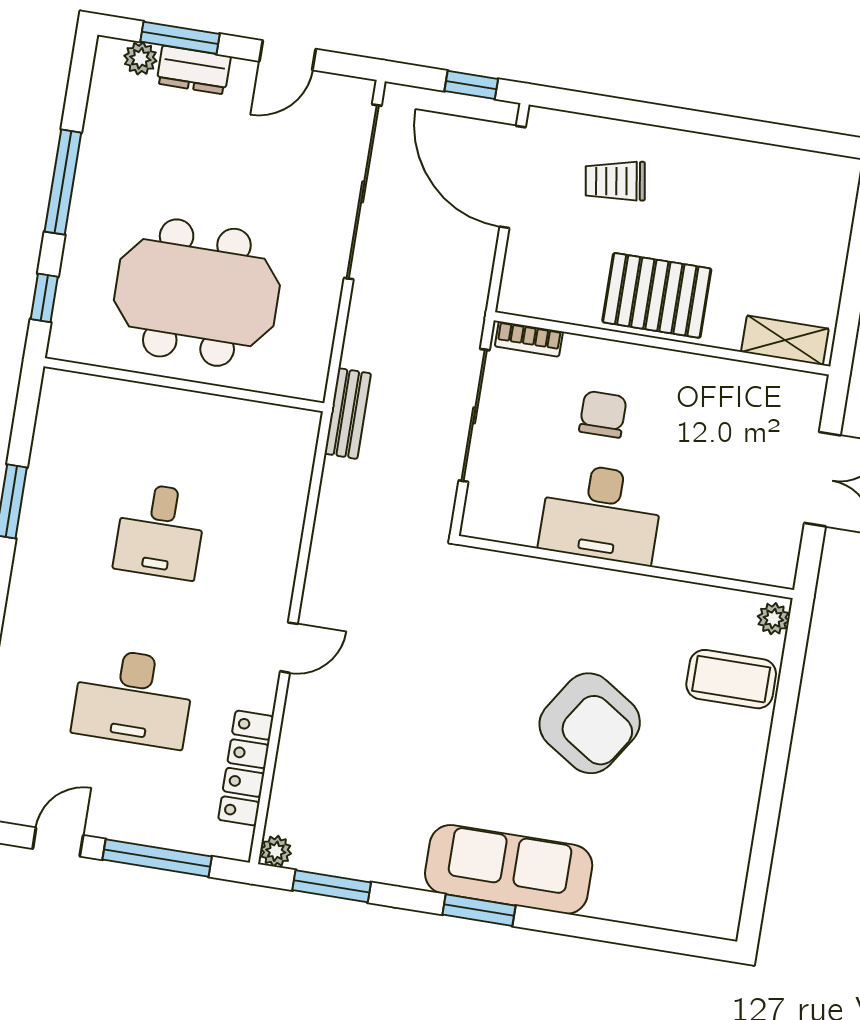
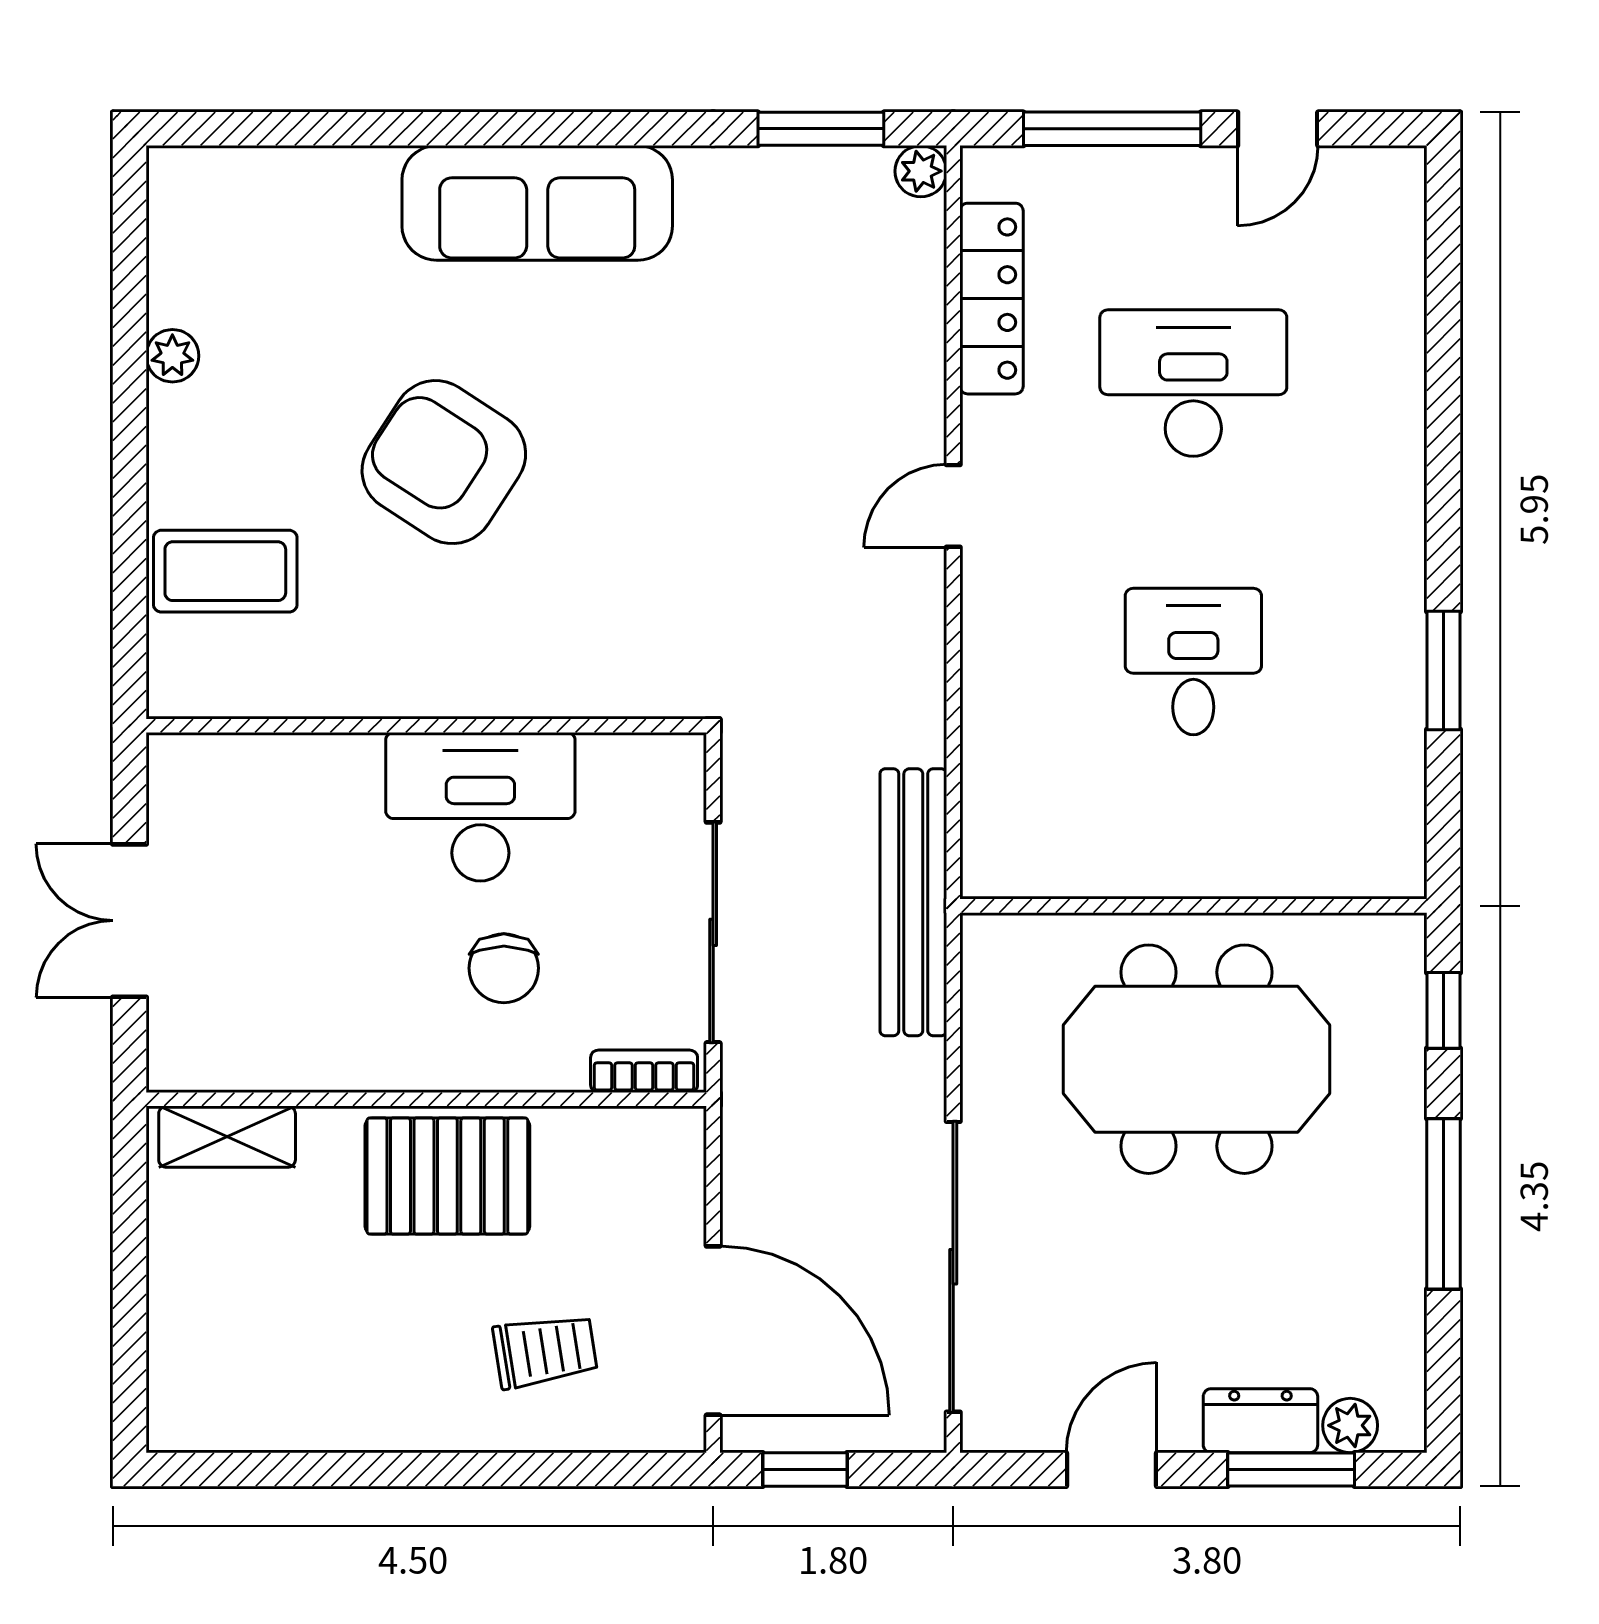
bench: (348, 414) -> (913, 902), width x1.86, depth x1.21
plant: (773, 619) -> (172, 356), moved
window: (479, 910) -> (575, 129), removed

